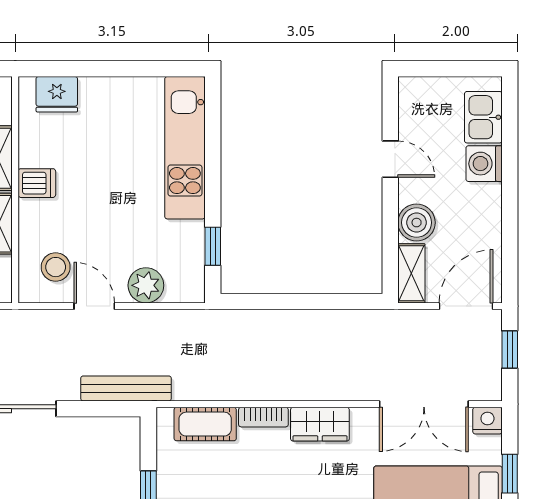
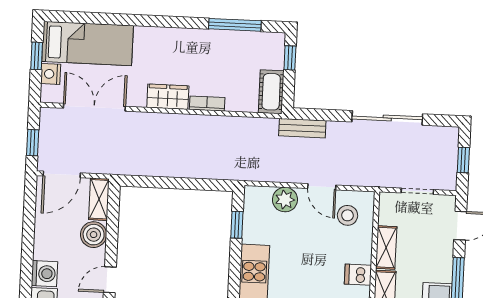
door: (390, 159) -> (110, 280), hinge flipped
bench: (126, 388) -> (302, 128), width x0.73
nightstand: (487, 421) -> (51, 74), moved, turned 90
cot: (205, 424) -> (271, 92), moved, turned 90

